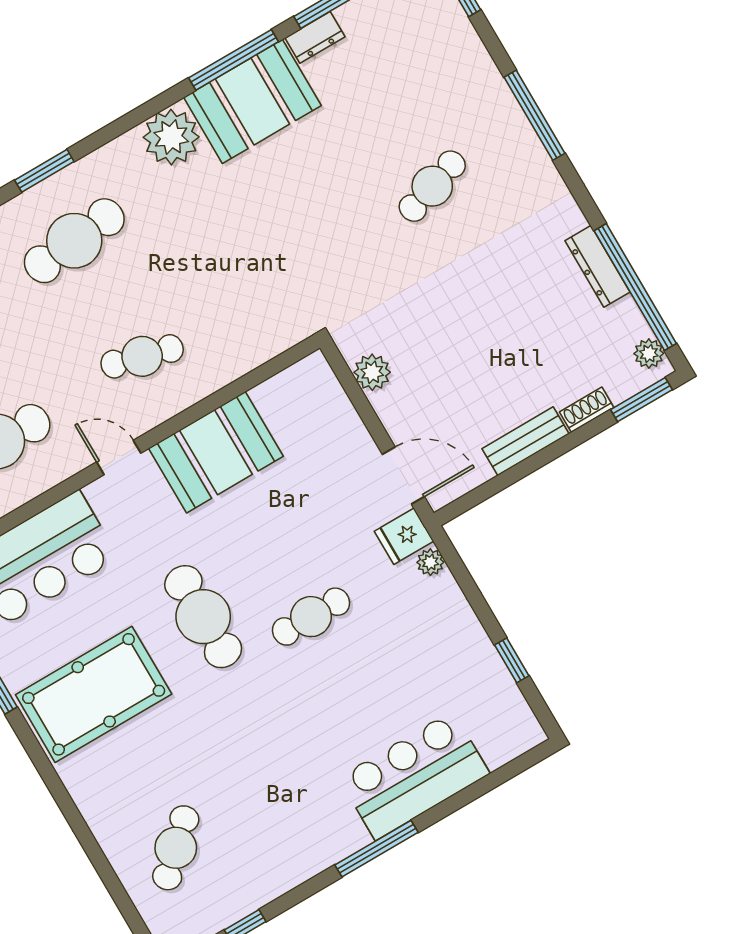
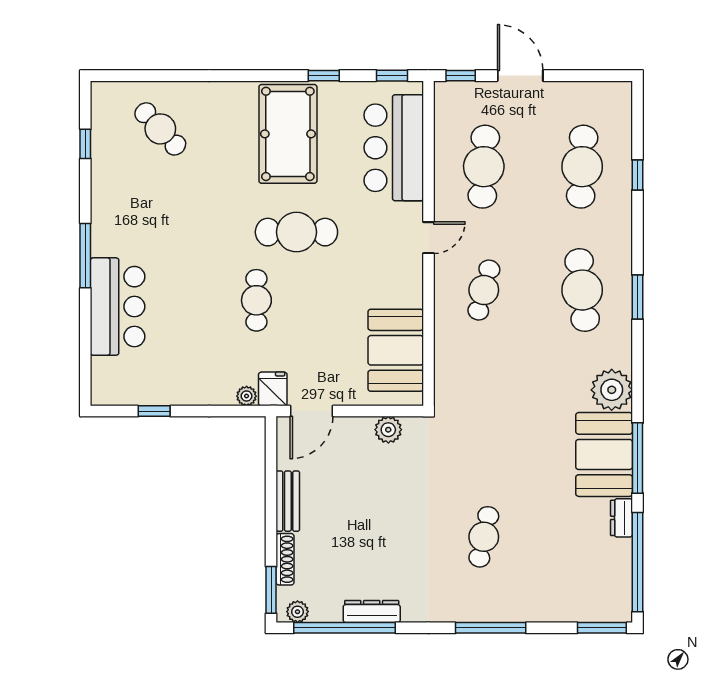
cafe table: (432, 186) -> (484, 537), turned 30
shoe rack: (587, 410) -> (285, 559), width x1.43
booth: (216, 452) -> (396, 350), moved

